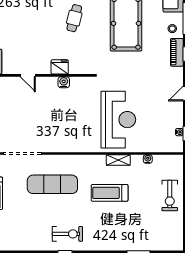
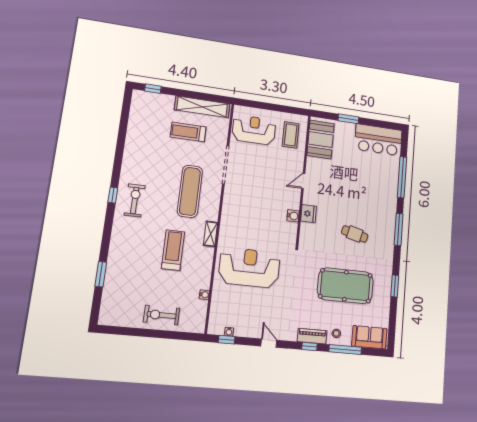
reception desk: (118, 120) -> (249, 268), turned 180
shelving: (118, 160) -> (211, 234), moved
exercise bike: (67, 234) -> (135, 200), turned 180

